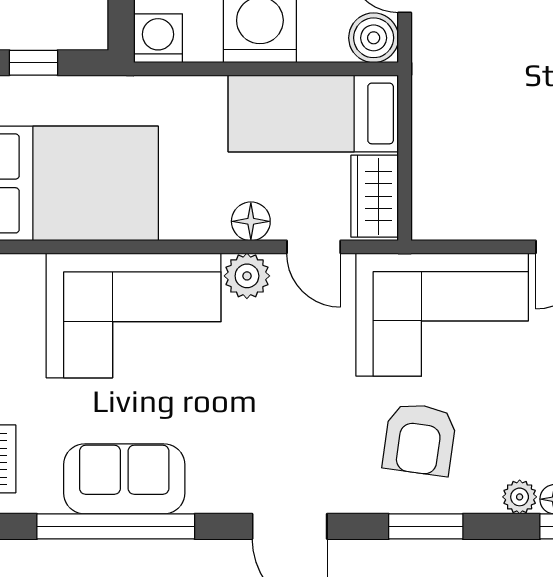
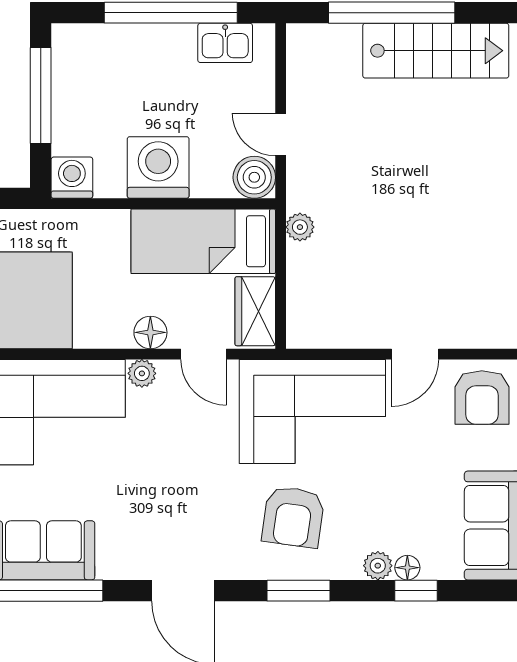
plant: (428, 97) -> (300, 227), added
plant: (247, 276) -> (142, 373), width x0.73, depth x0.73

